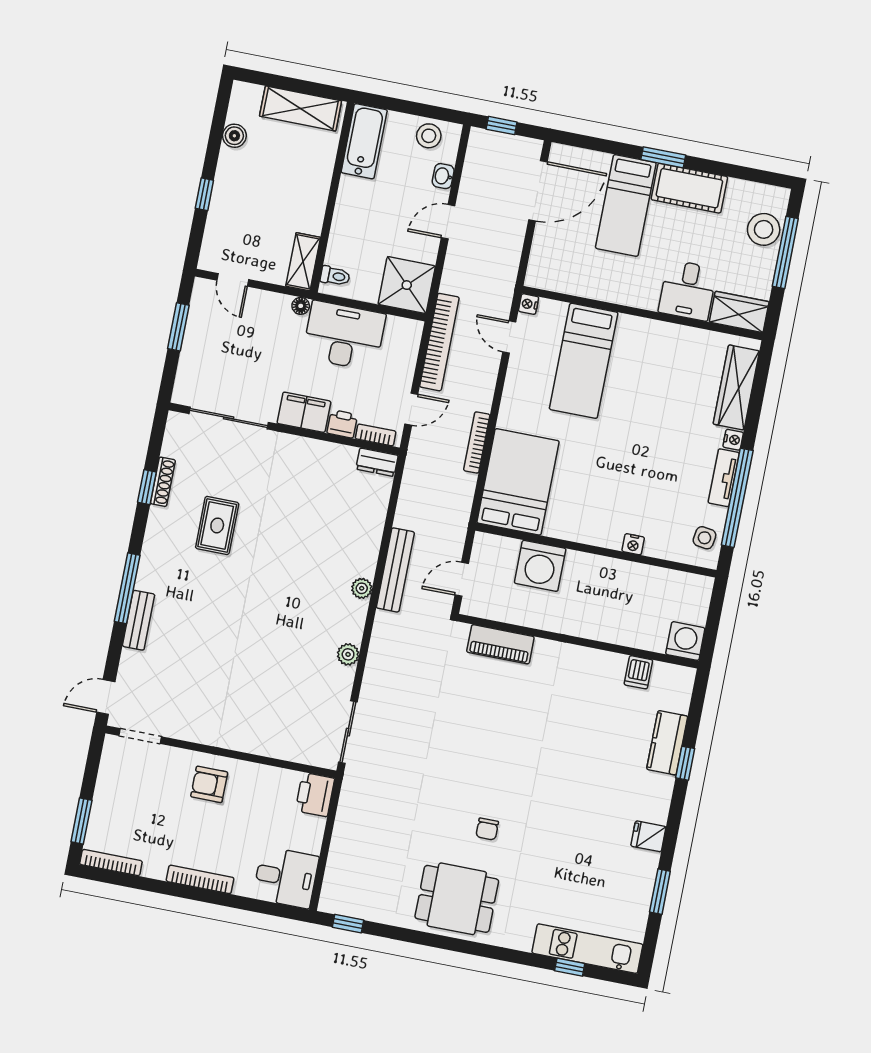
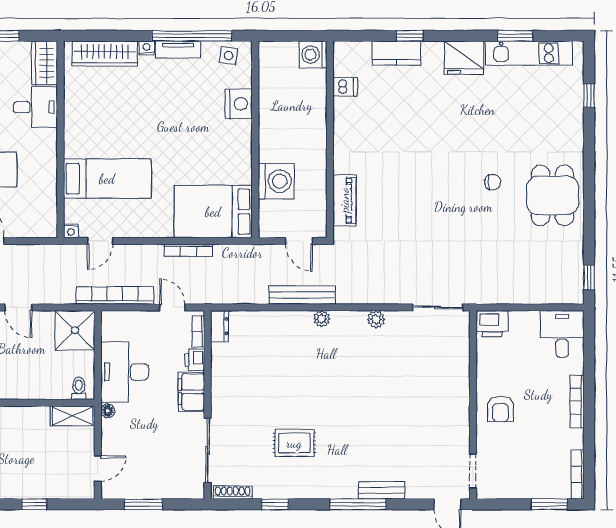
shoe rack: (163, 482) -> (233, 493), moved
nightstand: (633, 544) -> (239, 104), width x1.89, depth x1.79
fridge: (648, 836) -> (464, 58), width x1.88, depth x1.34
kitchen unit: (587, 949) -> (529, 53), moved, turned -90

